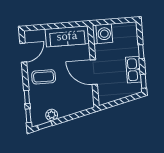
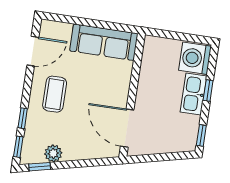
washing machine: (102, 34) -> (195, 58), moved, turned 180
kitchen sink: (133, 70) -> (194, 94), moved
door: (94, 72) -> (127, 128), moved
coffee table: (44, 77) -> (55, 94), turned 90

